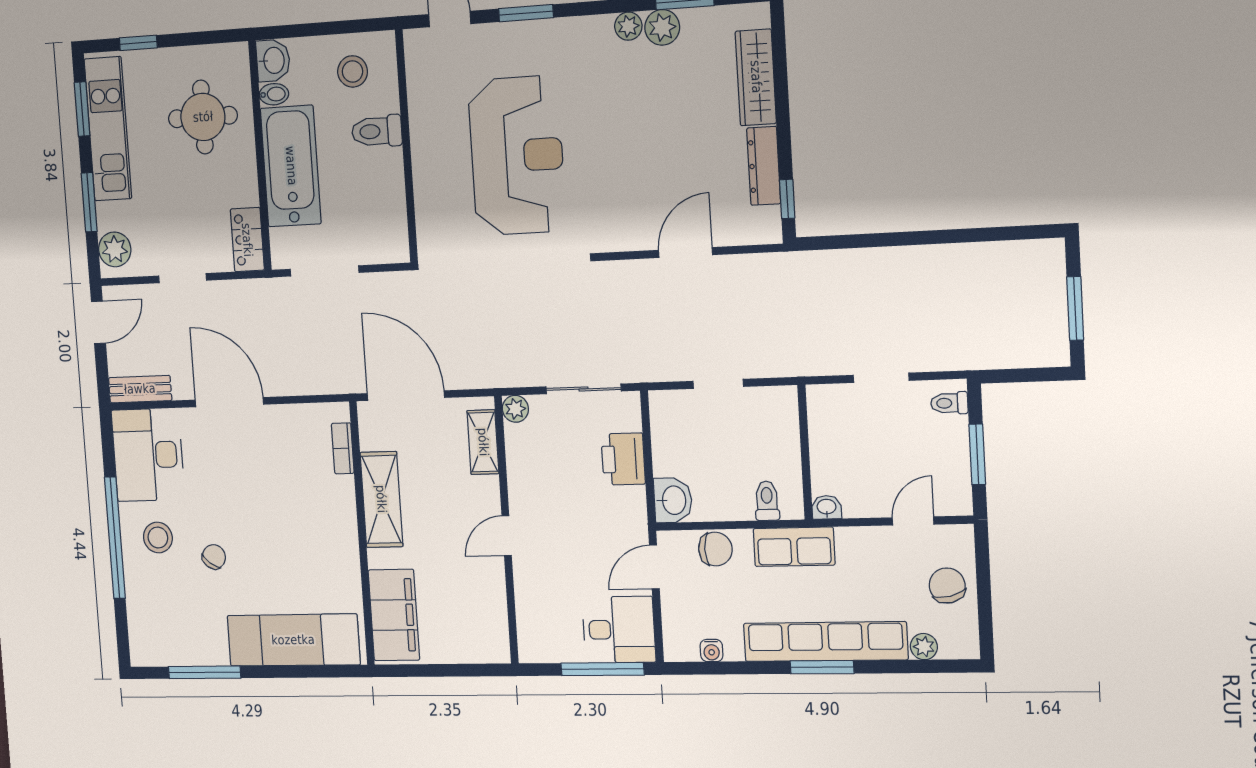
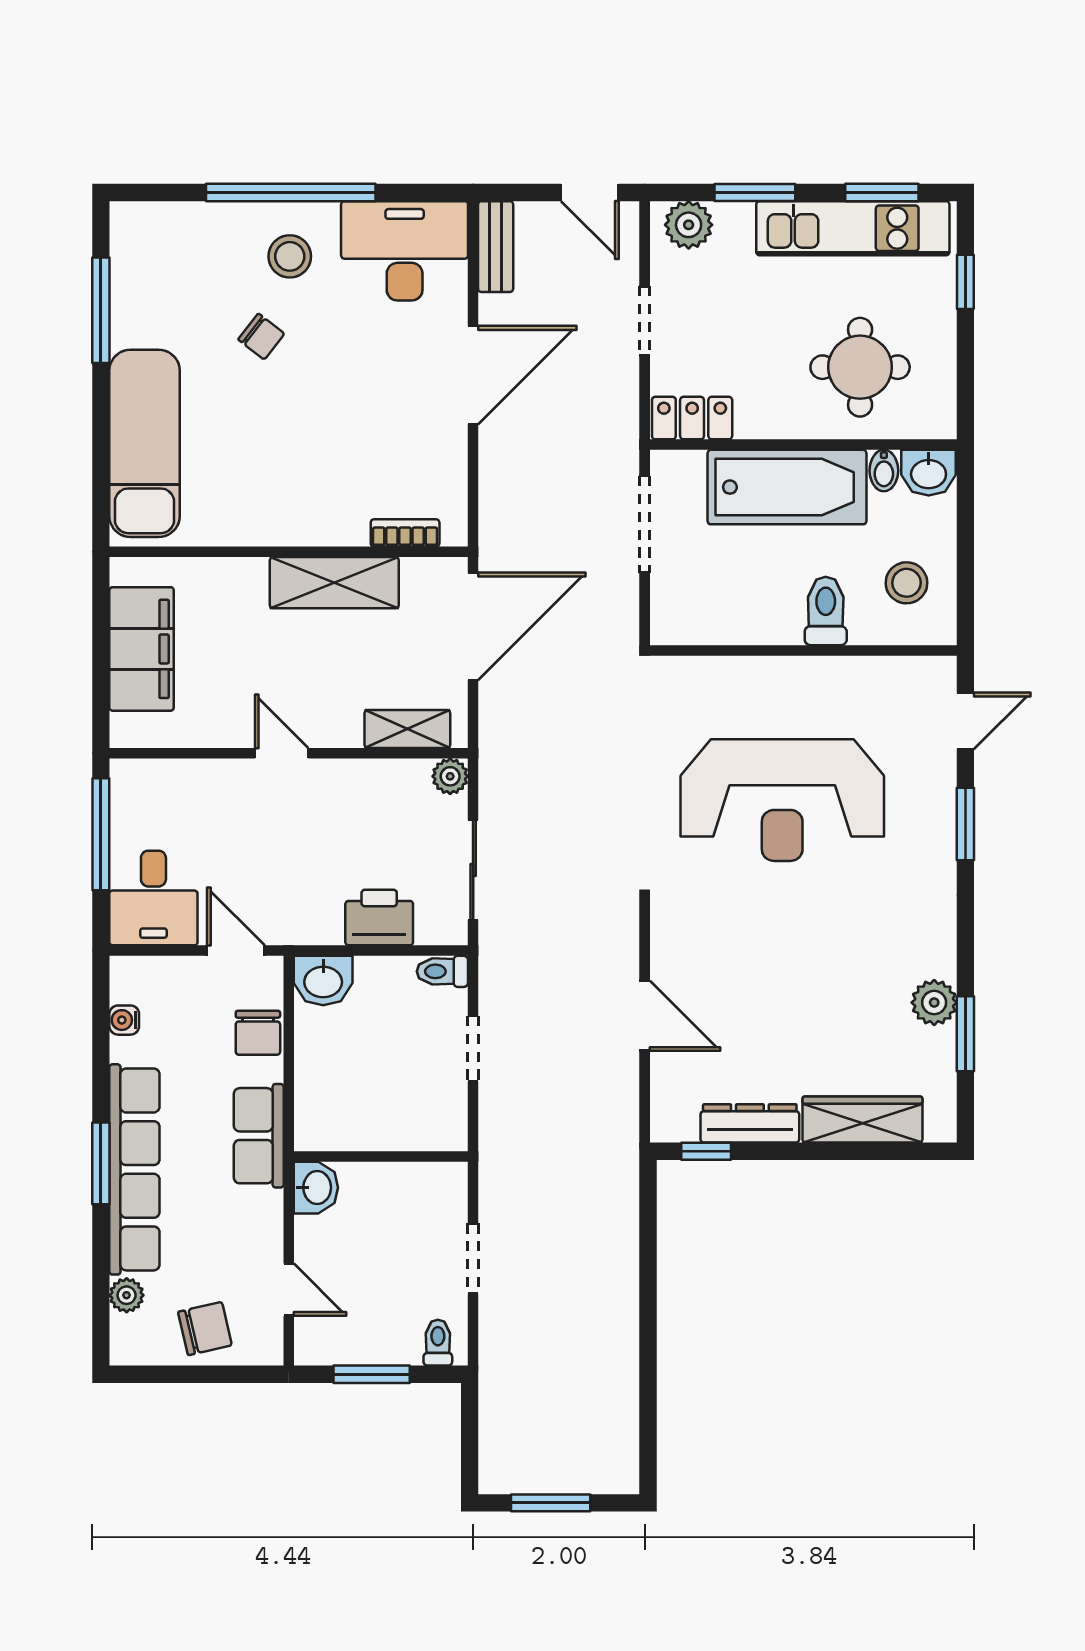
plant: (628, 26) -> (939, 958), removed
toilet: (767, 501) -> (442, 971), moved, turned 180
washbasin: (827, 507) -> (316, 1188), width x1.38, depth x1.45
filing cabinet: (394, 615) -> (142, 649), moved, turned -90
window: (602, 669) -> (101, 834), moved

